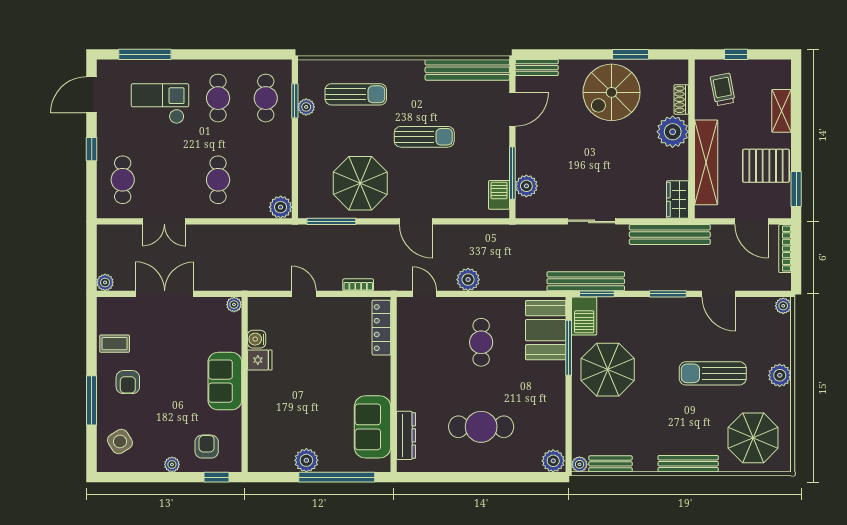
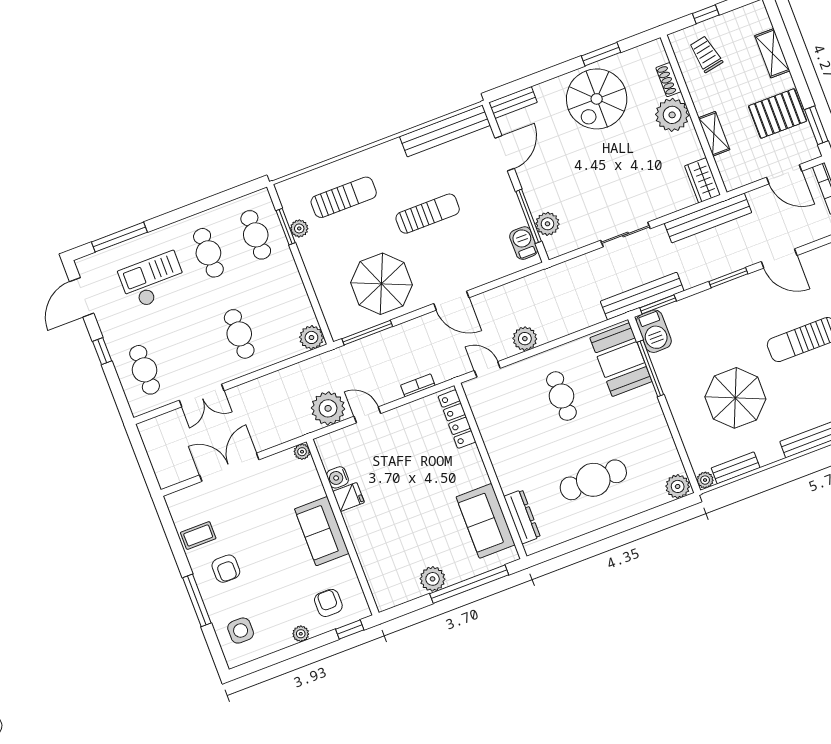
shelving: (706, 162) -> (714, 134), width x0.45, depth x0.75
plant: (105, 282) -> (328, 408), moved, width x1.87, depth x1.87
parasol: (608, 370) -> (735, 398), moved
side table: (120, 441) -> (241, 631), turned 32

